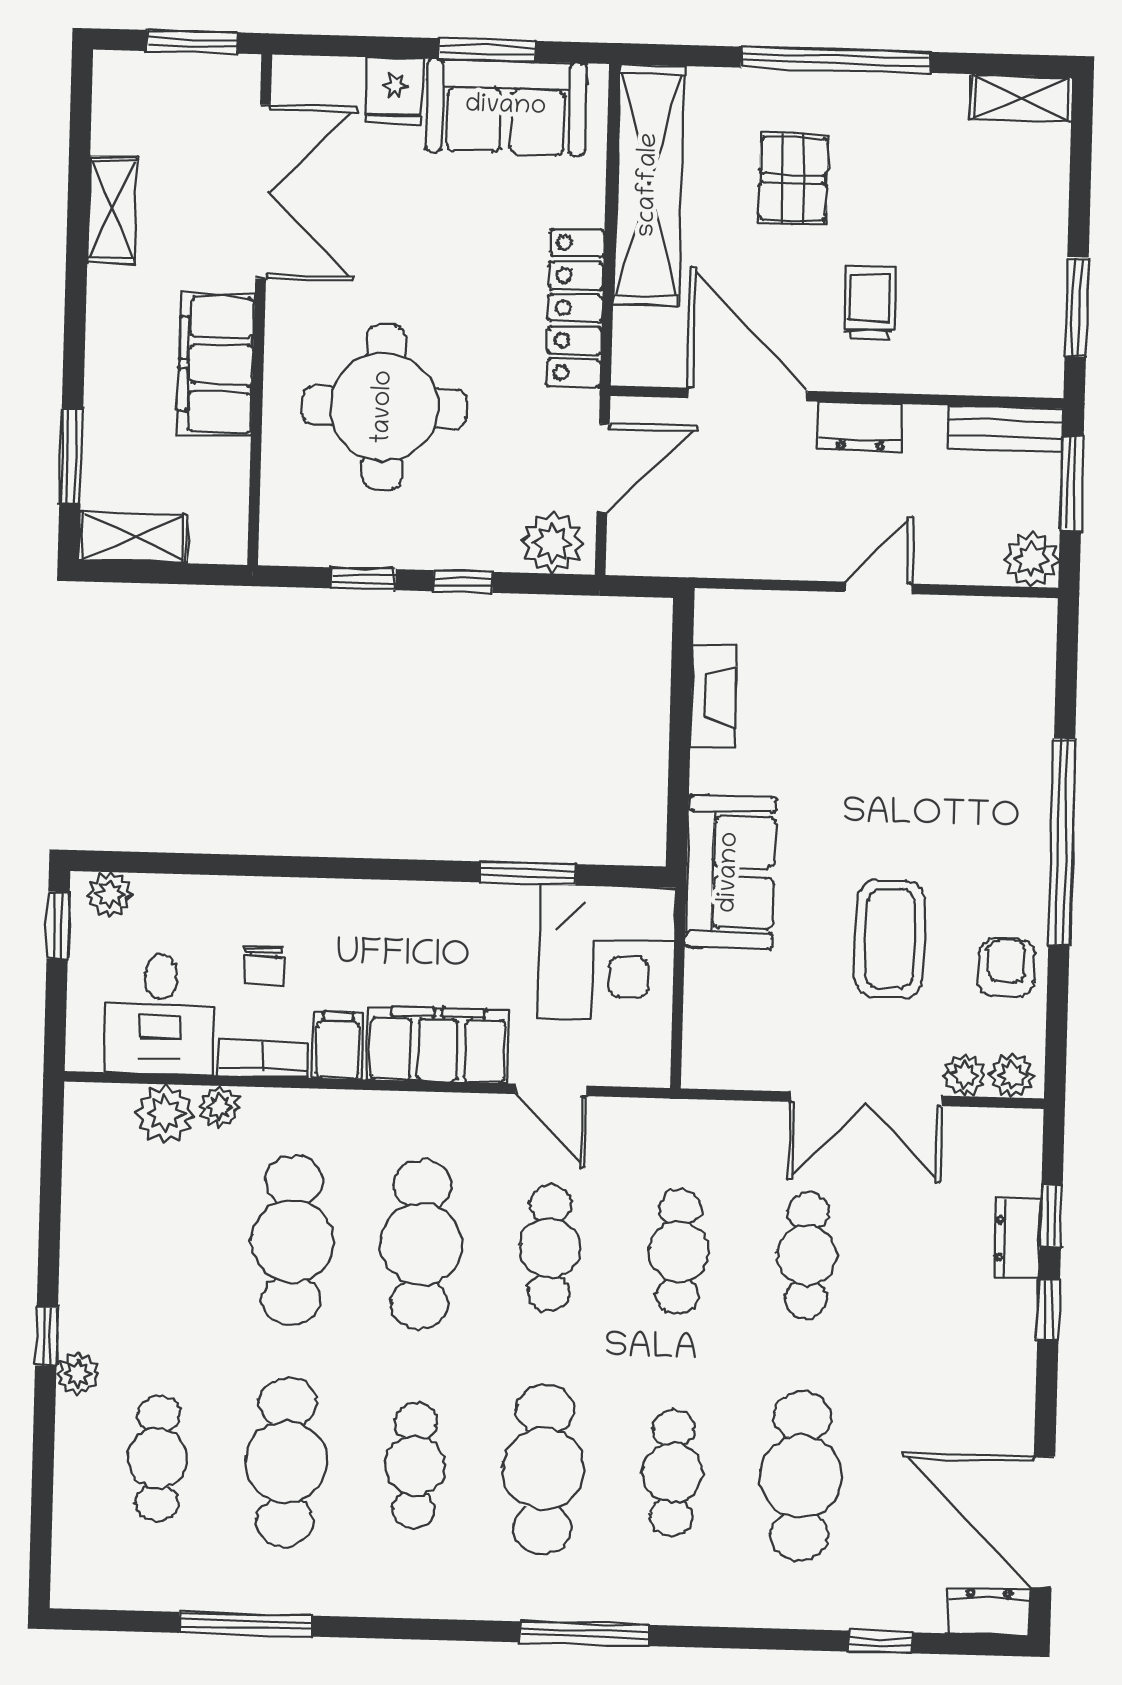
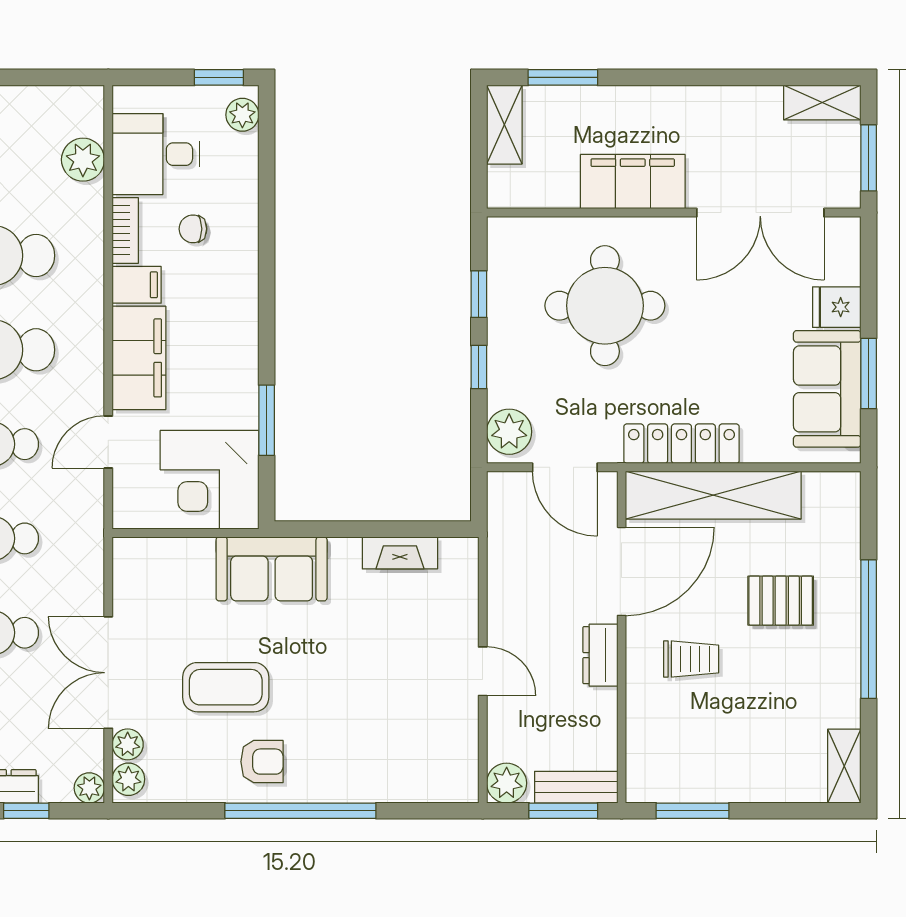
shelving: (649, 185) -> (713, 495), moved
shelving: (112, 210) -> (822, 103), moved
bench: (1006, 429) -> (576, 787), moved, turned 90
armchair: (1006, 968) -> (262, 762), moved
plant: (220, 1107) -> (89, 788), moved

